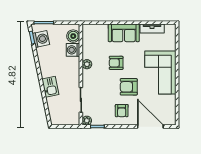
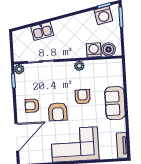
tv unit: (152, 29) -> (122, 145), moved
kitchen sink: (50, 87) -> (42, 31), moved
armchair: (129, 87) -> (58, 112), turned 180

